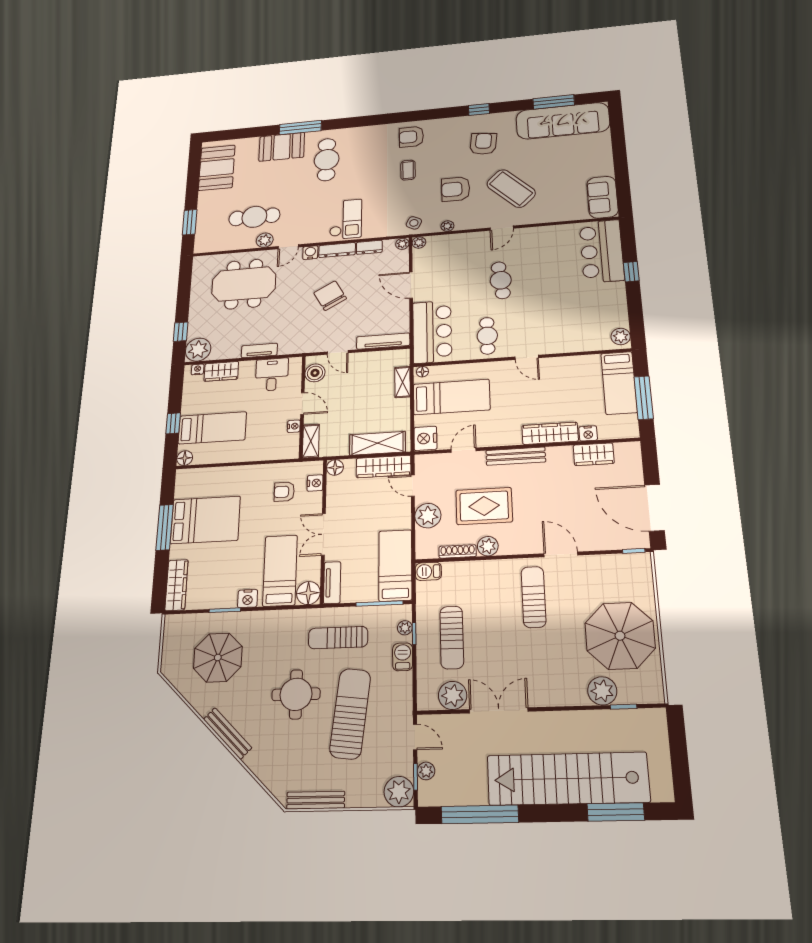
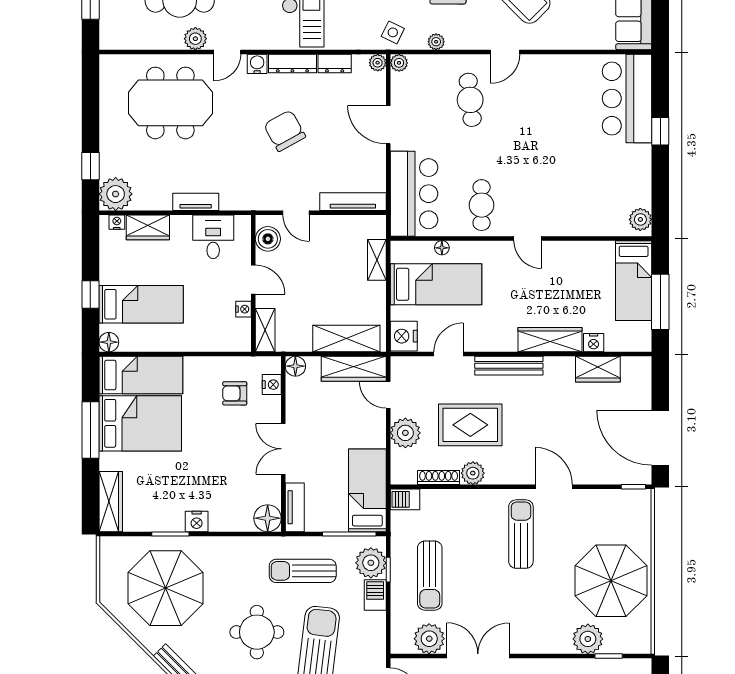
cafe table: (501, 280) -> (470, 100), moved
floor lamp: (422, 372) -> (442, 248), moved
bed: (280, 571) -> (141, 375), moved, turned 90
plant: (405, 628) -> (371, 563), width x1.88, depth x1.88
parasol: (218, 658) -> (165, 588), width x1.36, depth x1.36

